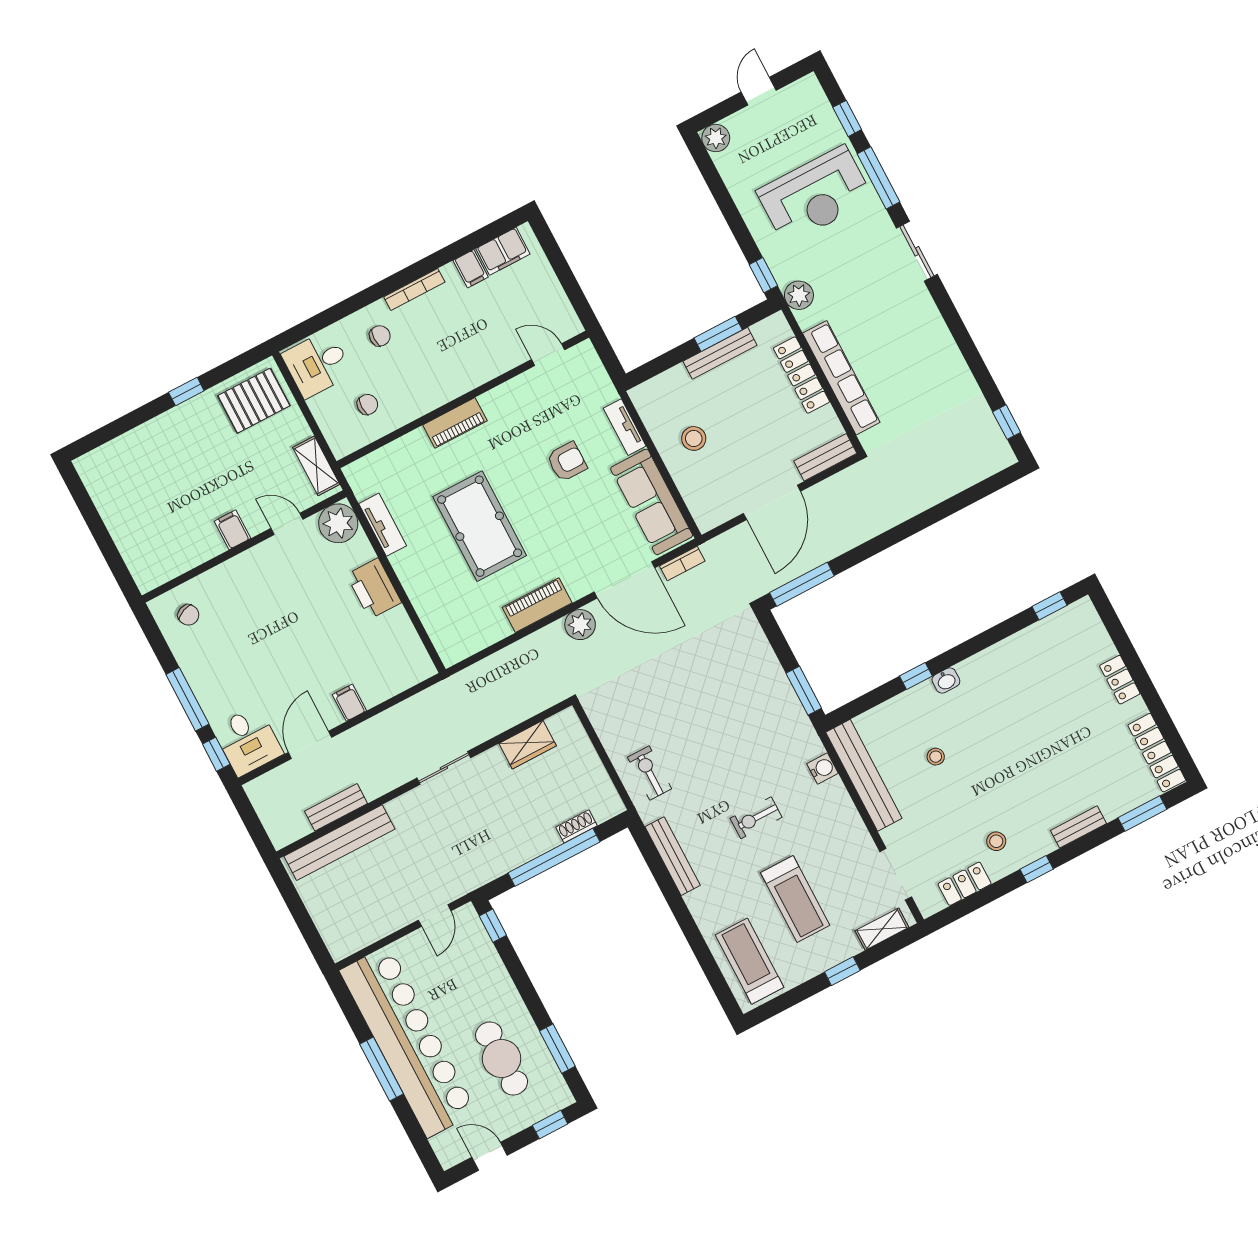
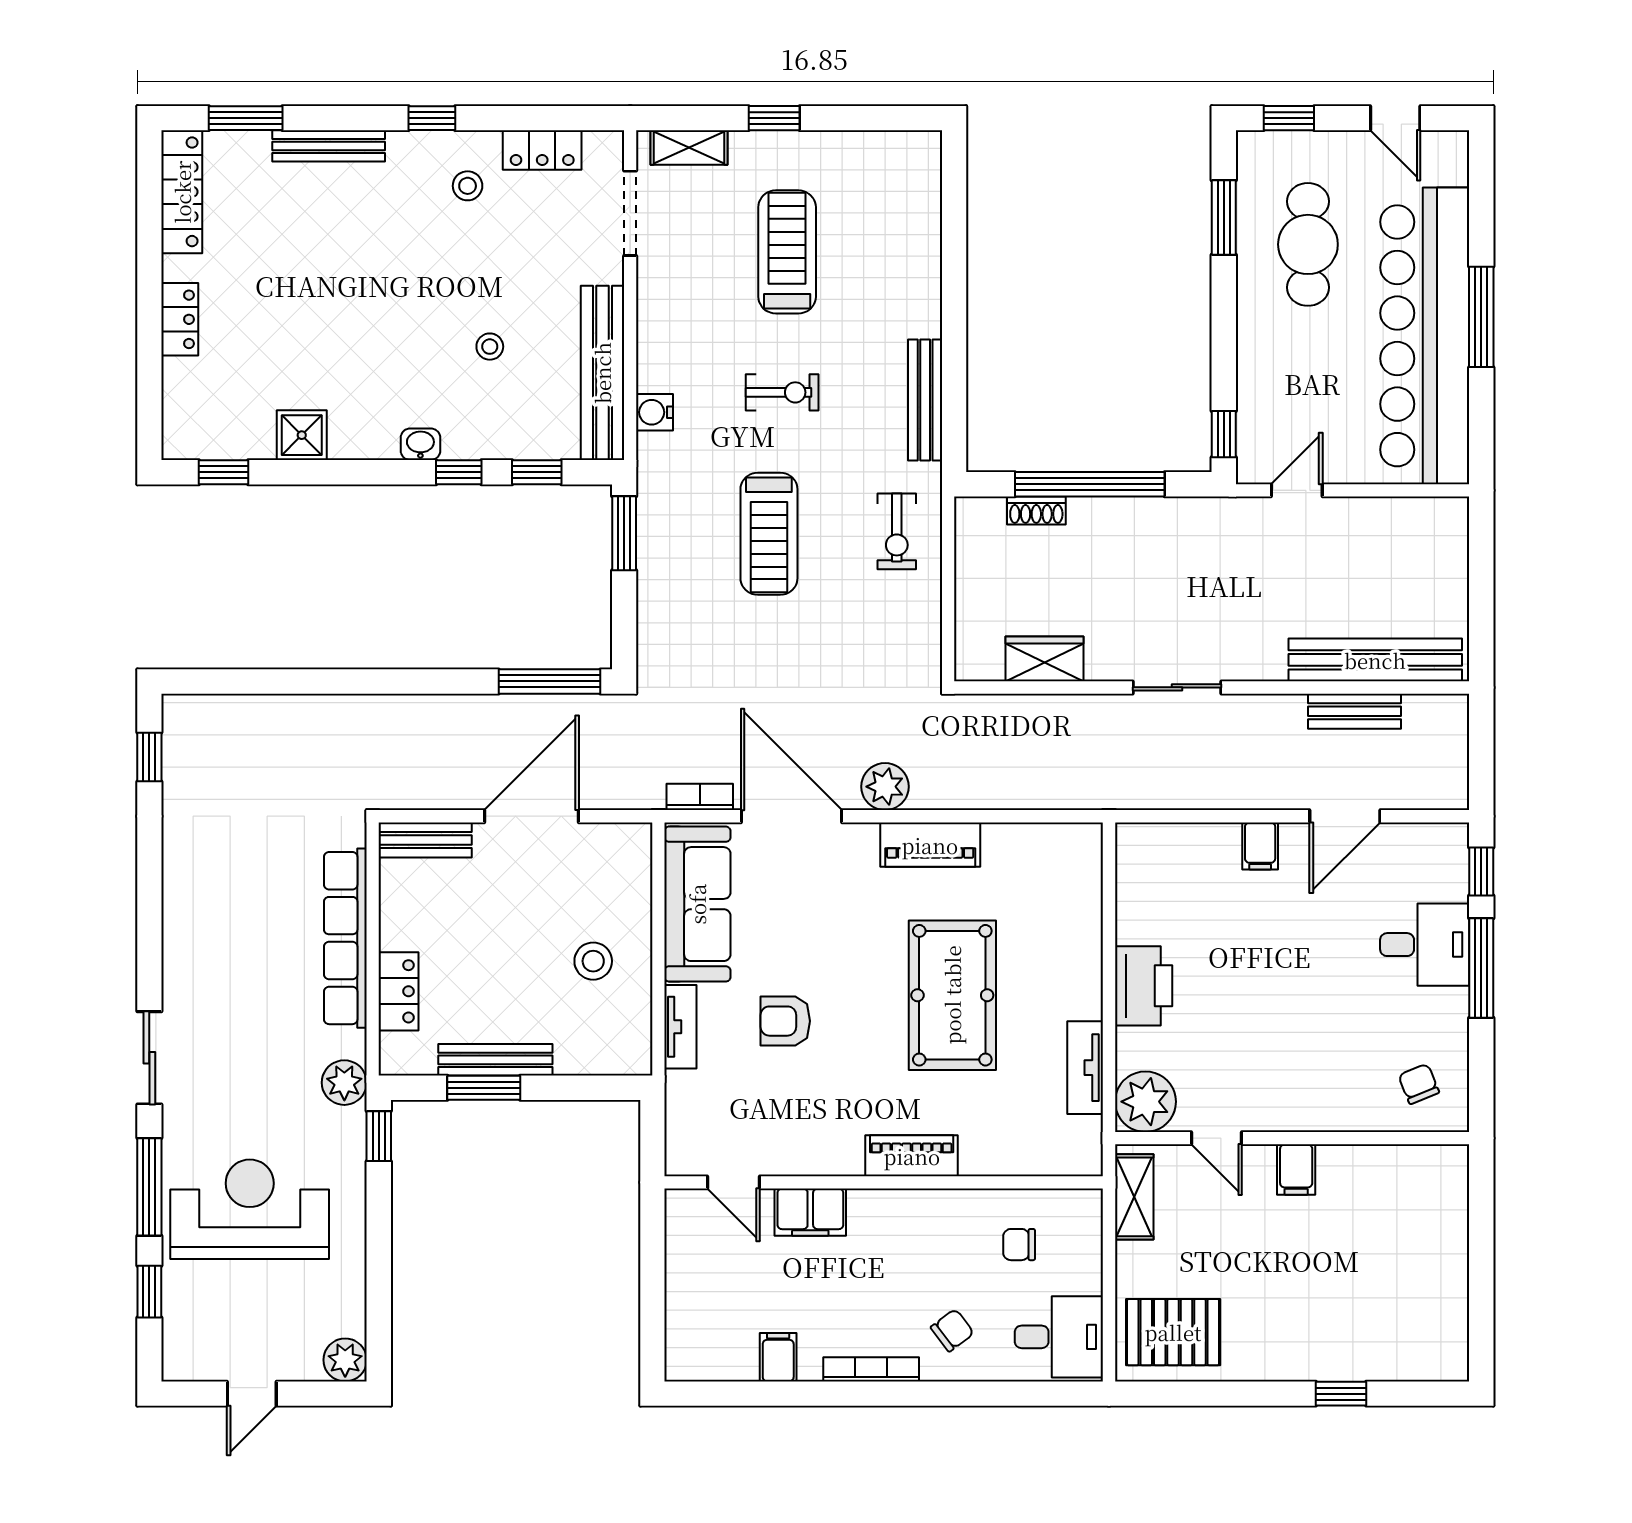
filing cabinet: (503, 251) -> (810, 1212), moved, turned 180
chair: (380, 336) -> (952, 1330), turned 143
locker: (801, 375) -> (399, 991), width x0.66
window: (186, 392) -> (1341, 1394), moved
shower: (1016, 650) -> (302, 435), added
window: (872, 699) -> (537, 472), added
desk: (248, 741) -> (1425, 945), moved, turned 90
bench: (1078, 827) -> (329, 146), width x1.36
treadmill: (750, 961) -> (769, 534), moved

